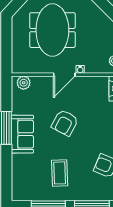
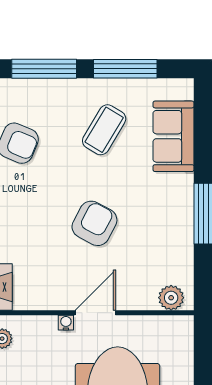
sofa: (22, 134) -> (173, 136), moved
coffee table: (60, 173) -> (104, 130), turned 33

